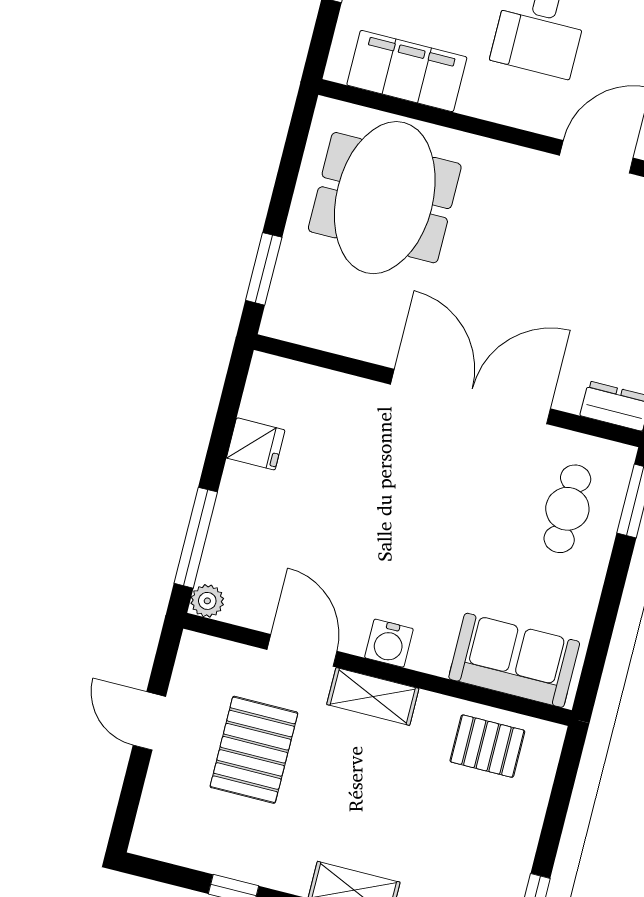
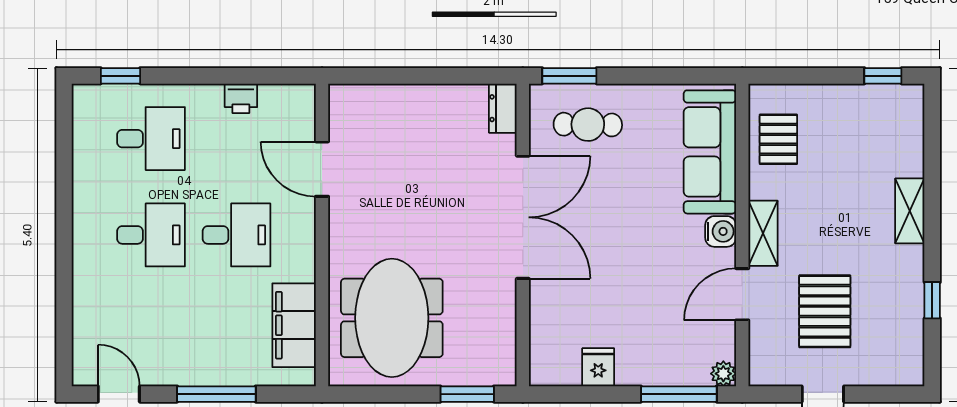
meeting table: (385, 198) -> (392, 318), turned 90
double door: (470, 396) -> (523, 217), swing flipped
sofa: (514, 660) -> (710, 152), width x1.36
pallet: (254, 750) -> (825, 311), turned 90

